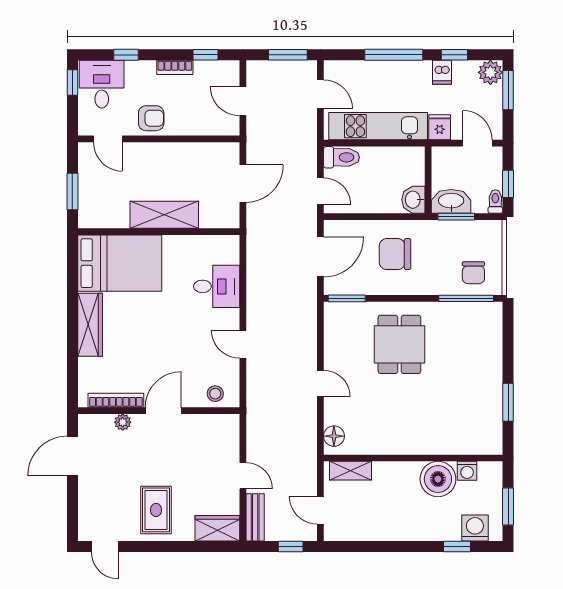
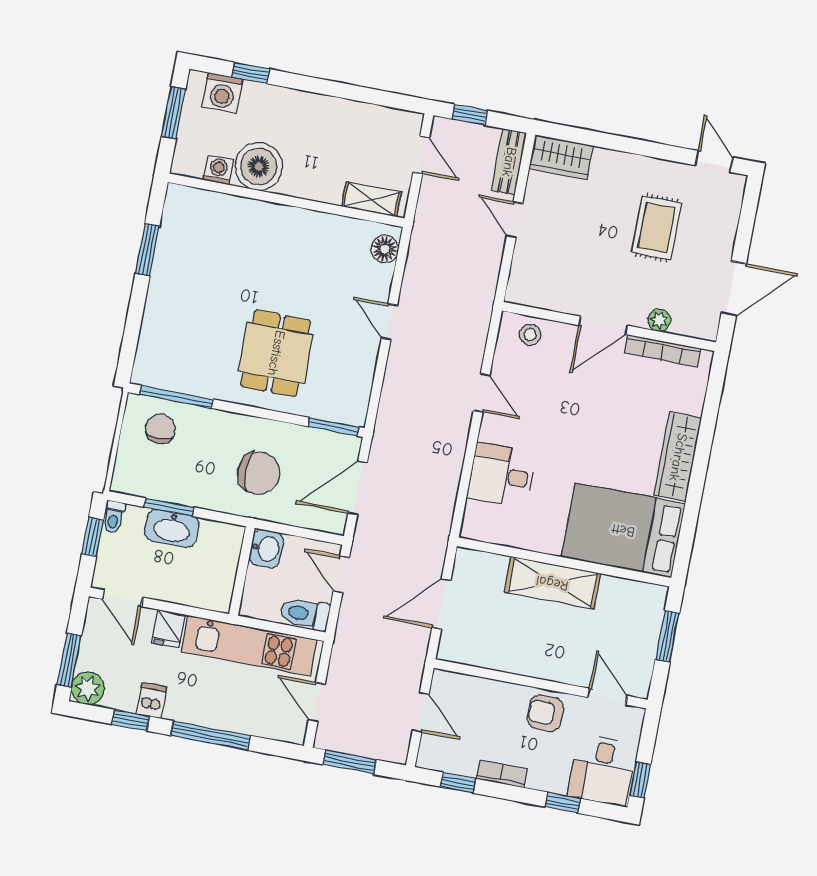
wall: (428, 180) -> (242, 571), moved
washbasin: (413, 200) -> (266, 549), moved
rug: (156, 510) -> (657, 228), moved

